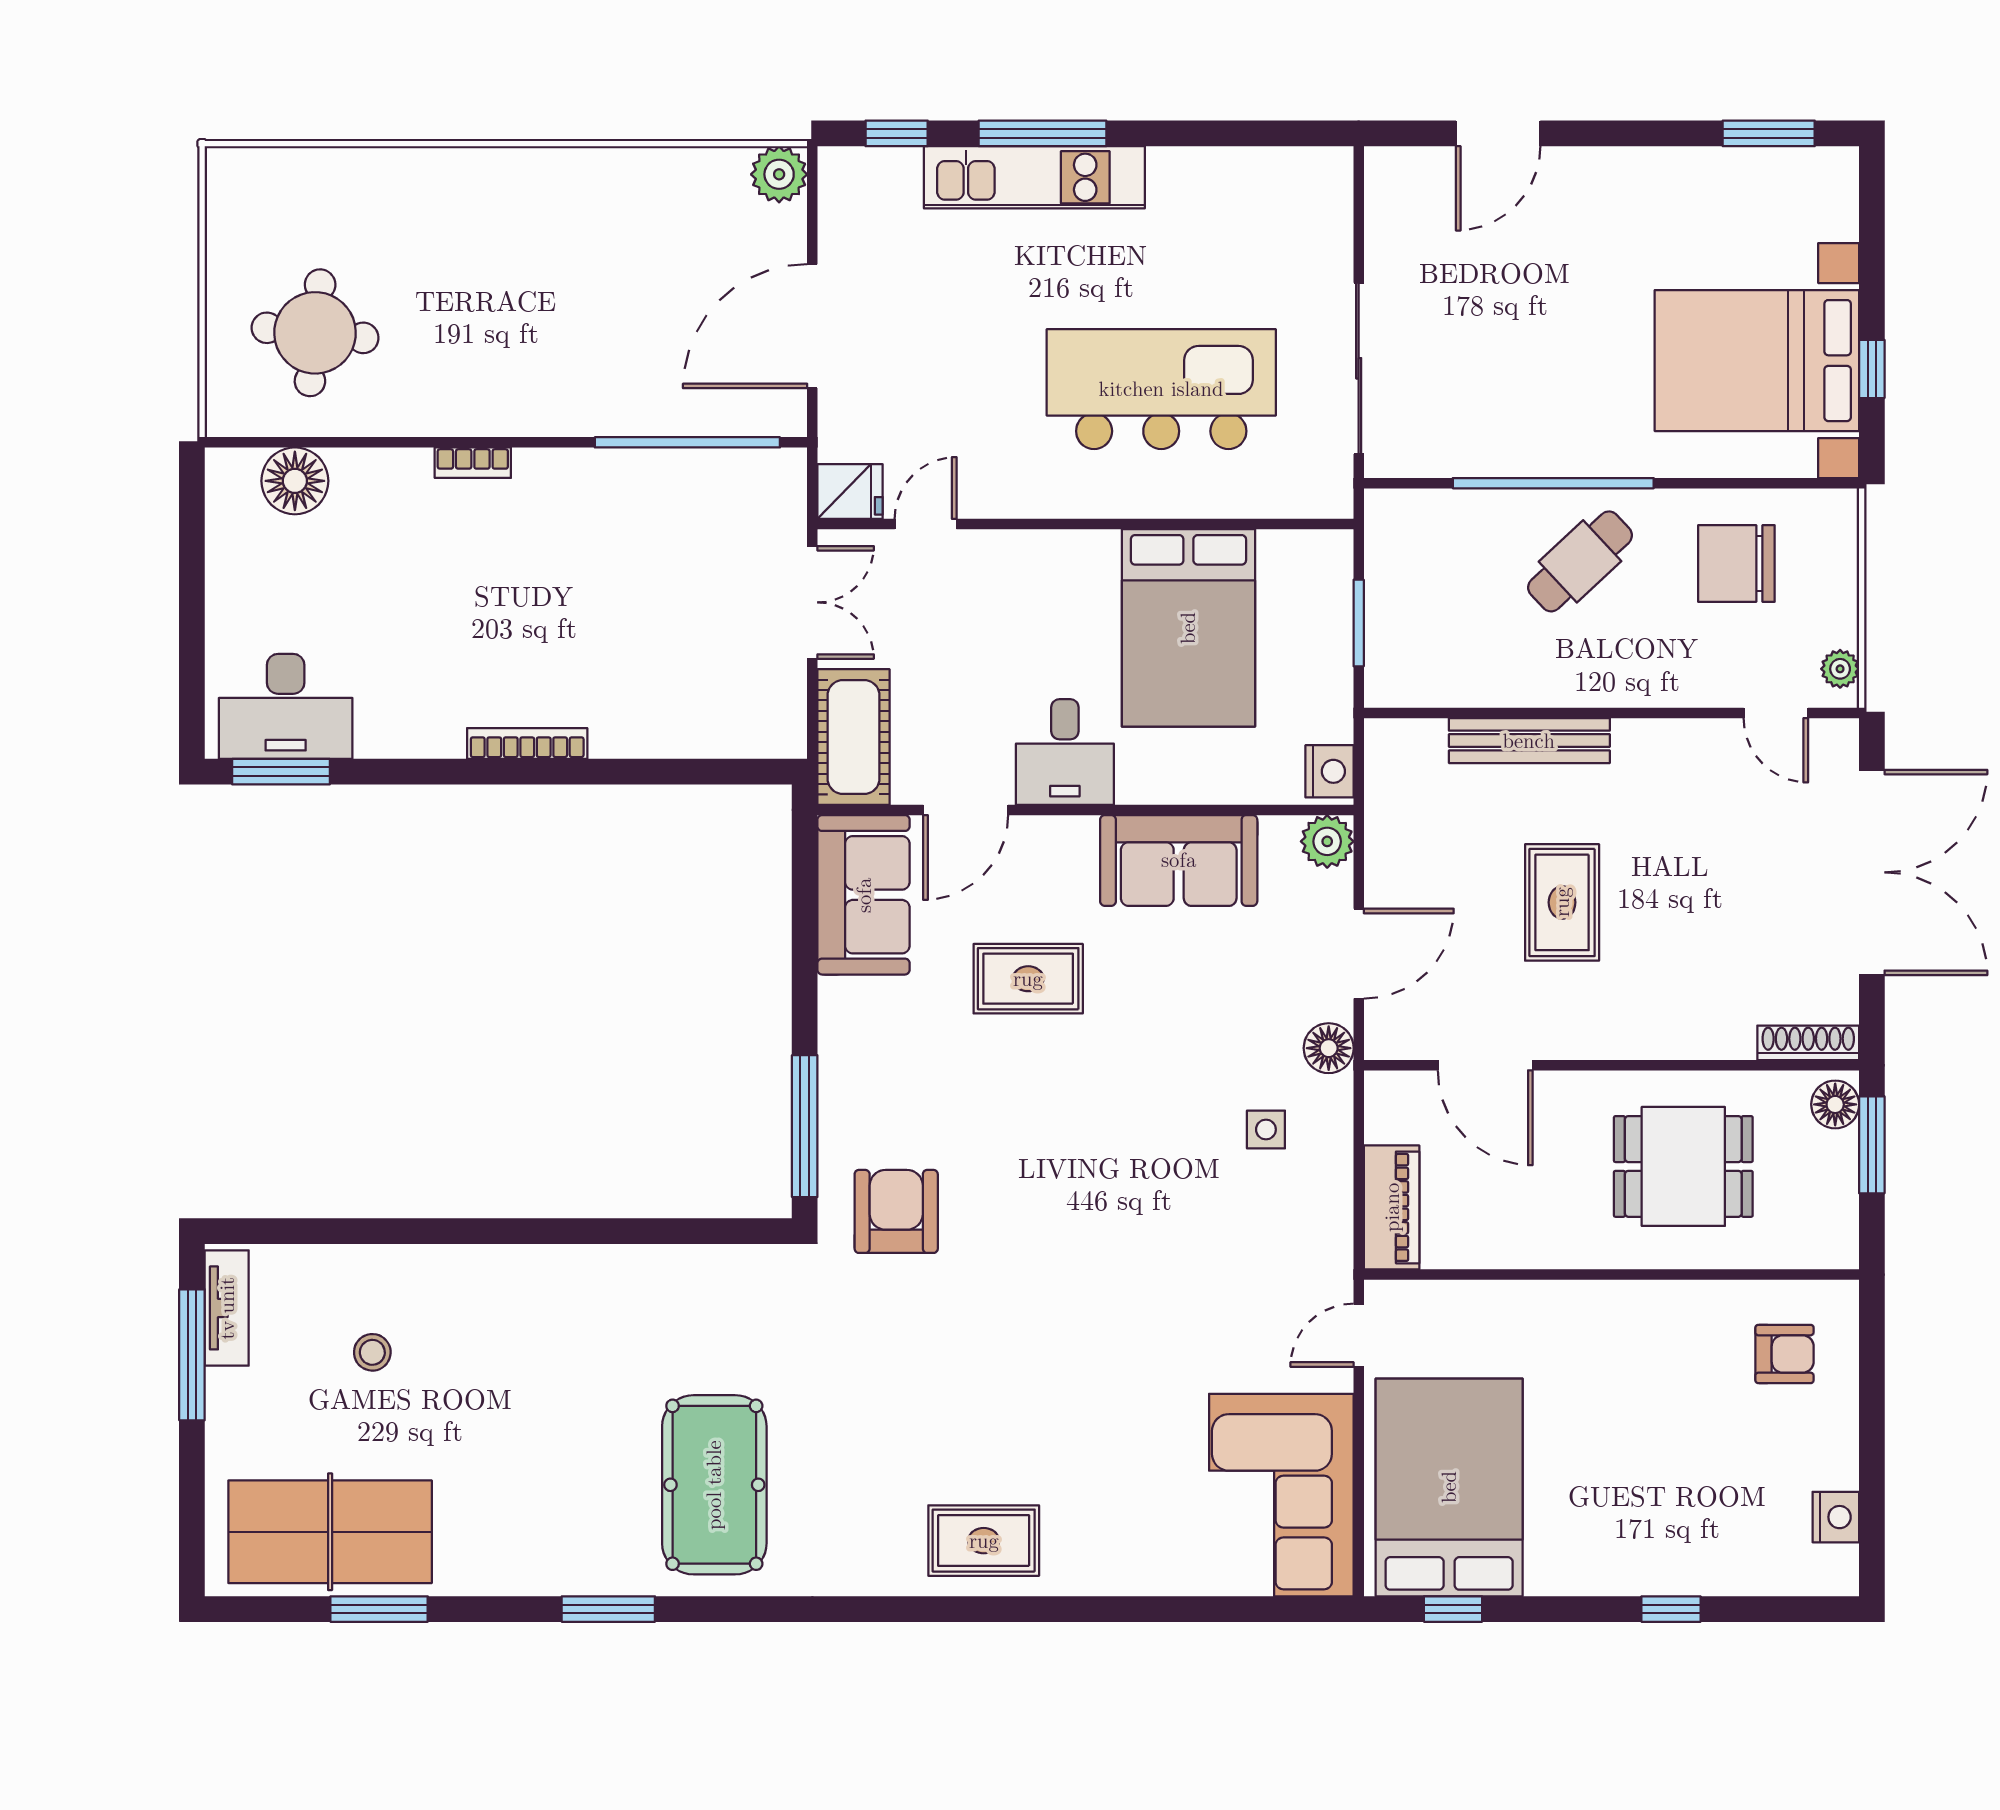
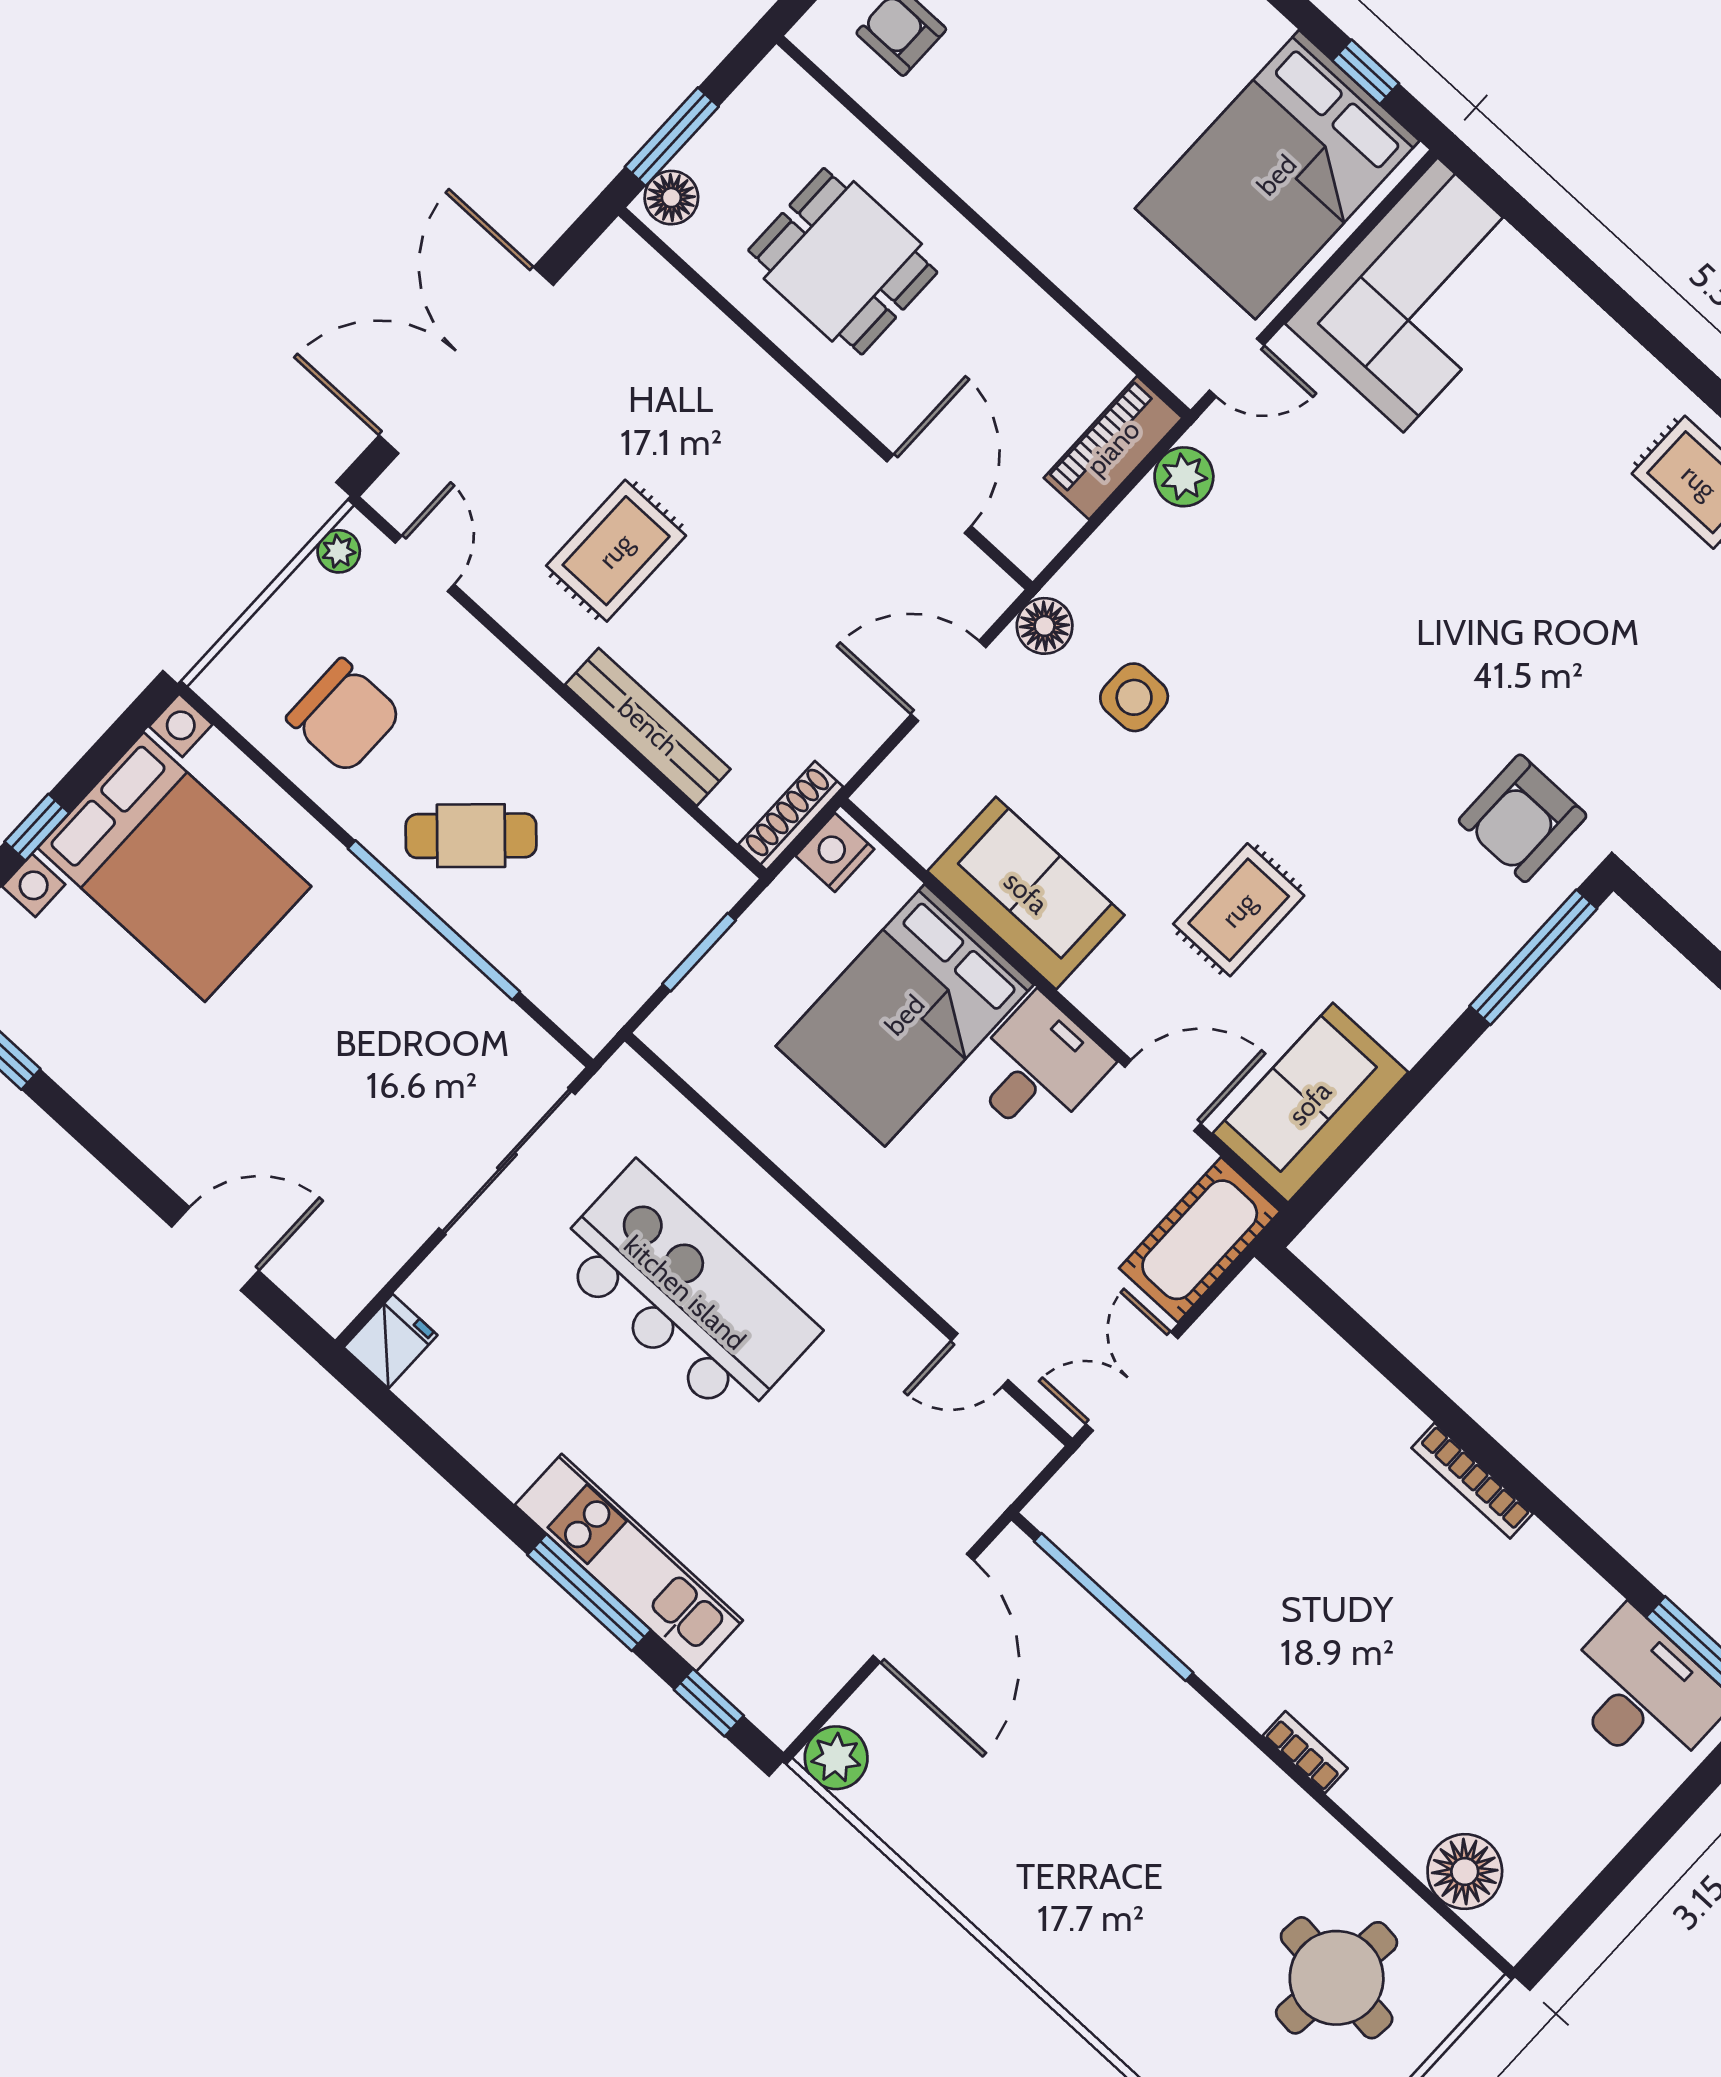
door: (812, 326) -> (923, 1608), hinge flipped
window: (1872, 369) -> (37, 827), moved
kitchen island: (1161, 389) -> (685, 1293), turned 180
fridge: (850, 492) -> (391, 1341), moved, turned 90
bed: (1188, 628) -> (905, 1015), moved, turned 180
plant: (1327, 841) -> (1184, 477), moved
rug: (1562, 902) -> (616, 551), moved
rug: (1028, 979) -> (1239, 910), turned 90
shoe rack: (1808, 1043) -> (791, 816), moved, turned 90
side table: (1266, 1130) -> (1134, 697), moved, width x1.37, depth x1.37

